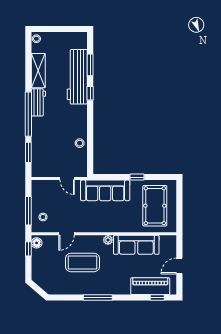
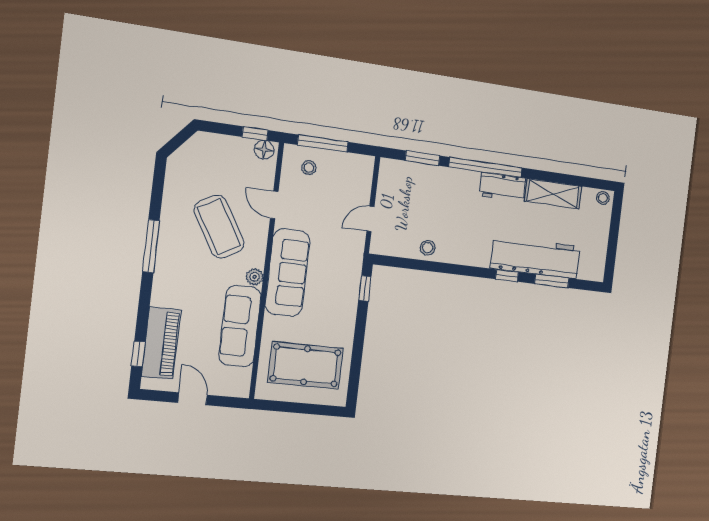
window: (137, 177) -> (365, 288), moved
sofa: (105, 190) -> (288, 273), moved, turned 180
coffee table: (83, 262) -> (219, 227), turned -30

